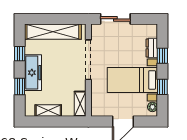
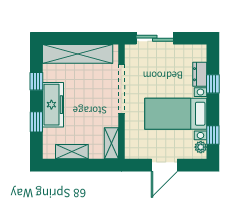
window: (162, 87) -> (213, 135), moved

